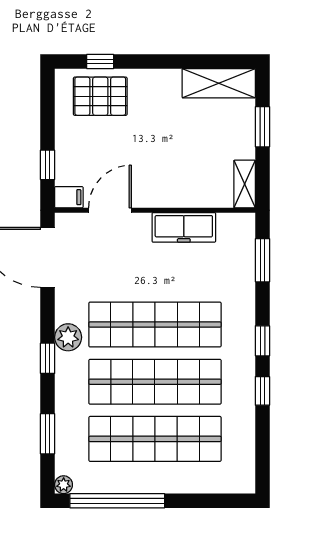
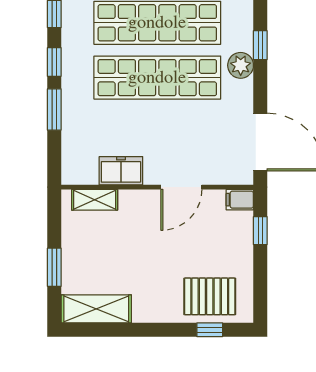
shelving: (245, 184) -> (95, 200), moved, turned 90
door: (110, 210) -> (181, 187), moved
freezer: (184, 227) -> (121, 171), width x0.71
window: (262, 260) -> (54, 109), moved

